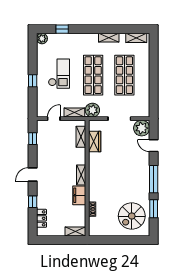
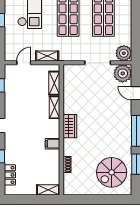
plant: (92, 110) -> (124, 53), moved
wardrobe: (95, 141) -> (70, 126), moved
shelving: (81, 175) -> (55, 107), moved
filing cabinet: (79, 195) -> (53, 144), width x0.50

